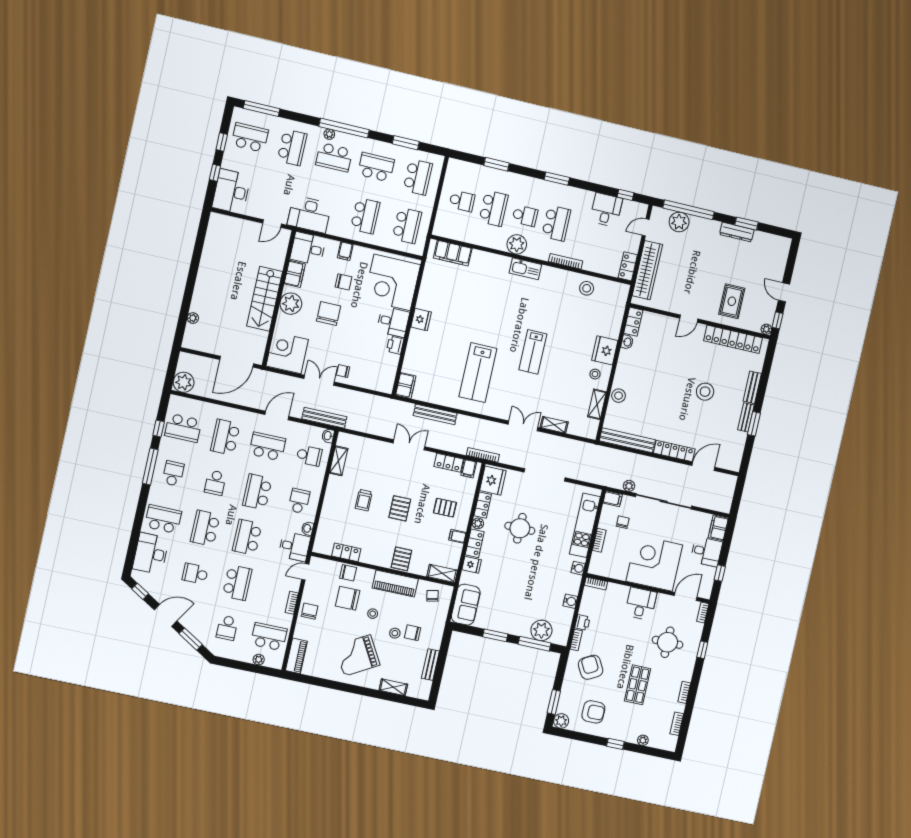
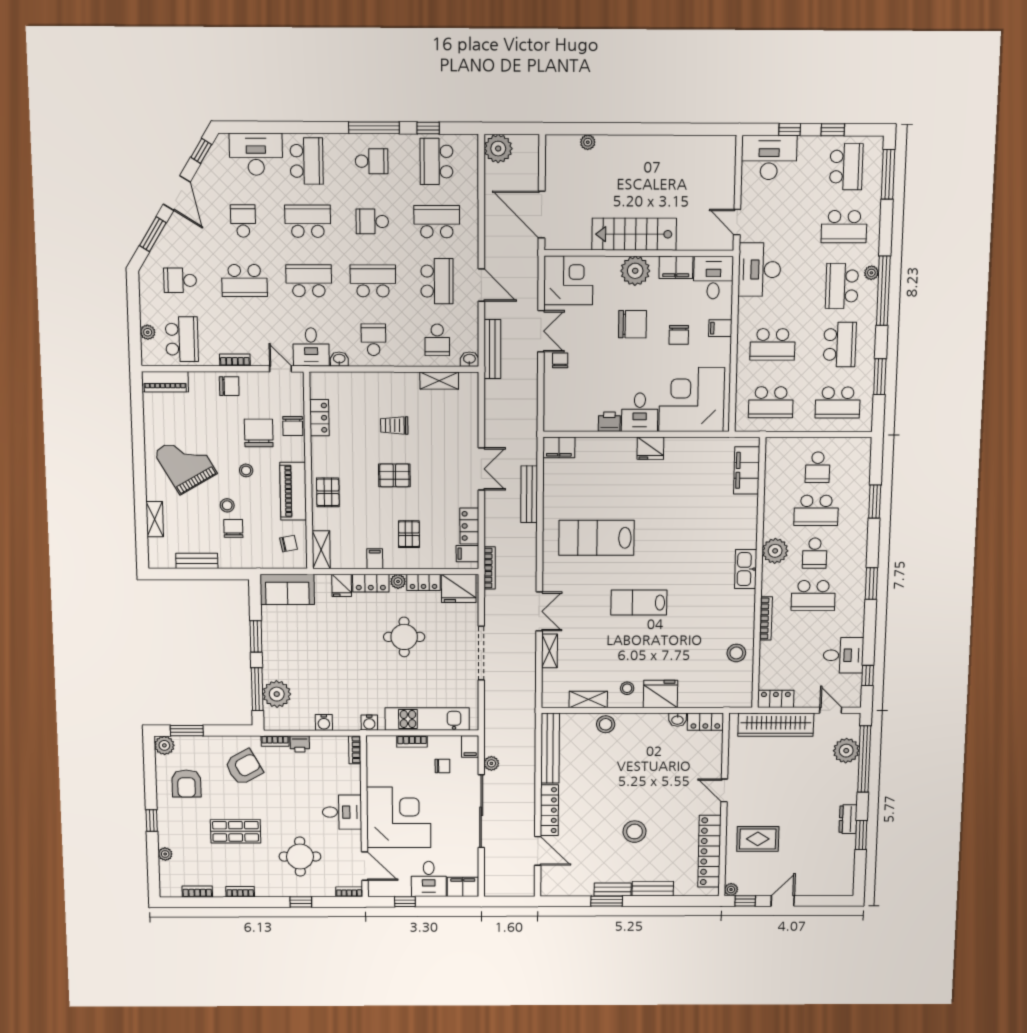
dresser: (737, 232) -> (848, 819), width x0.70
school desk: (299, 501) -> (374, 340), turned -90
pallet: (401, 559) -> (328, 492), turned 90

